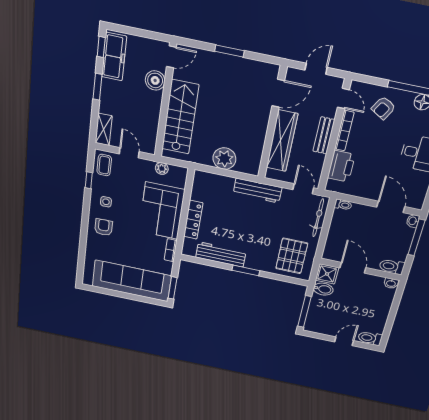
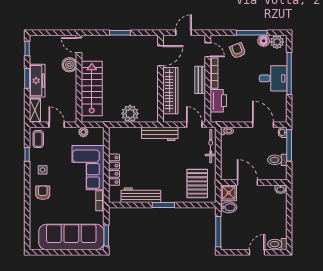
freezer: (114, 57) -> (37, 81), moved
door: (171, 57) -> (79, 45), swing flipped
armchair: (383, 108) -> (238, 51), turned 128
toilet: (392, 266) -> (277, 160), moved

